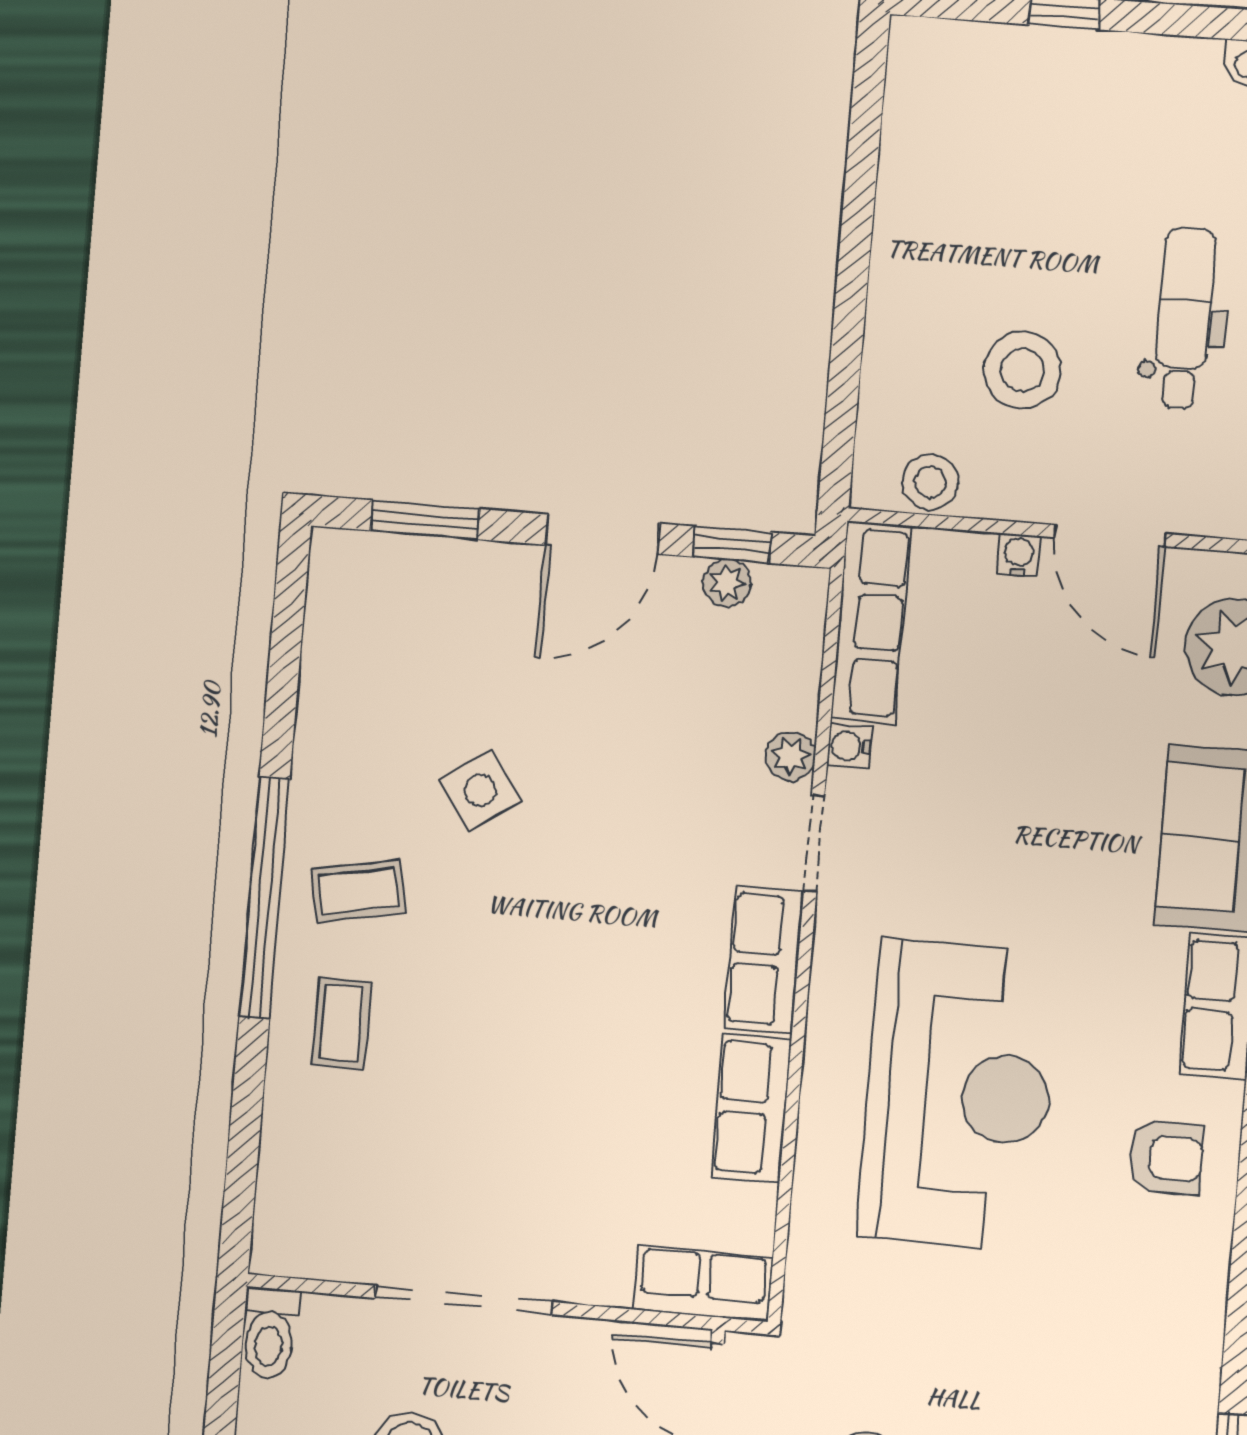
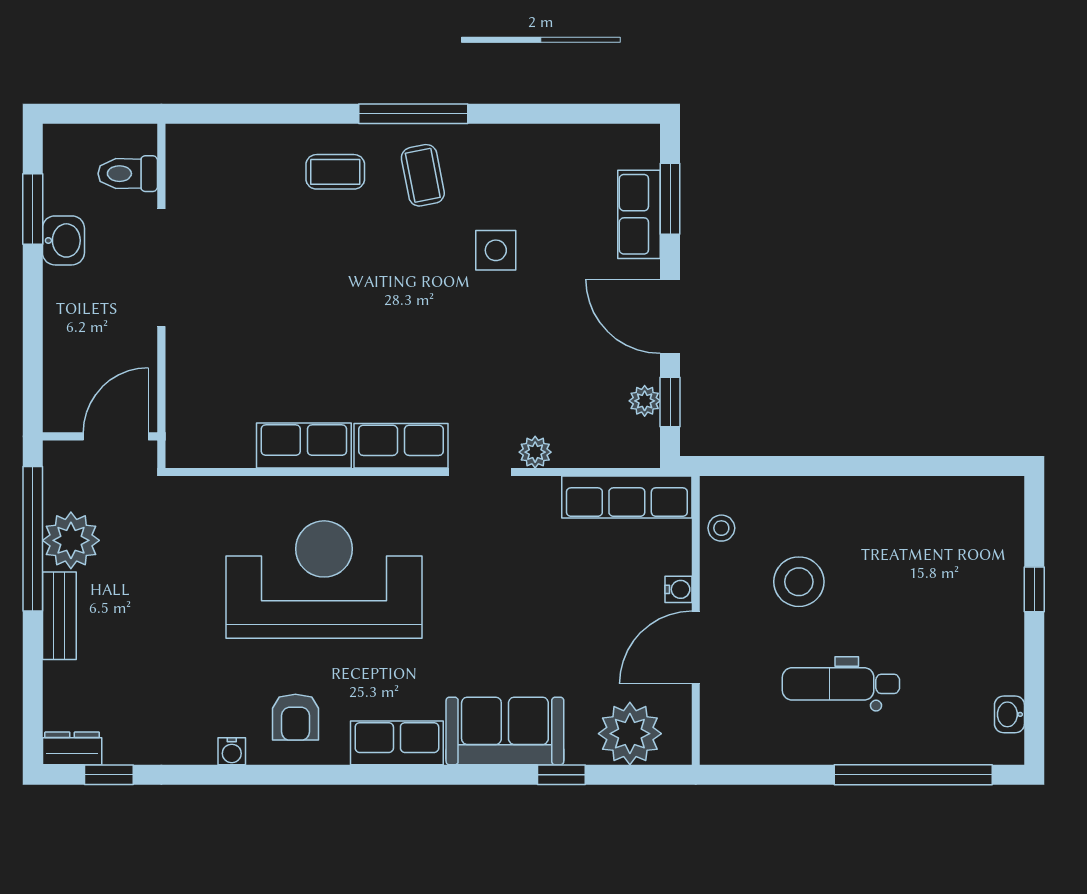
dental chair: (1184, 318) -> (841, 684), turned 180
stool: (930, 482) -> (721, 528), width x0.73, depth x0.73
water cooler: (849, 746) -> (232, 751), moved, turned 180
side table: (480, 790) -> (496, 250), turned 35
window: (265, 898) -> (413, 114), width x0.68
reception desk: (958, 1095) -> (324, 580), turned 180
row of seats: (703, 1284) -> (639, 214), moved, turned 180
toilet: (270, 1333) -> (128, 174), moved

